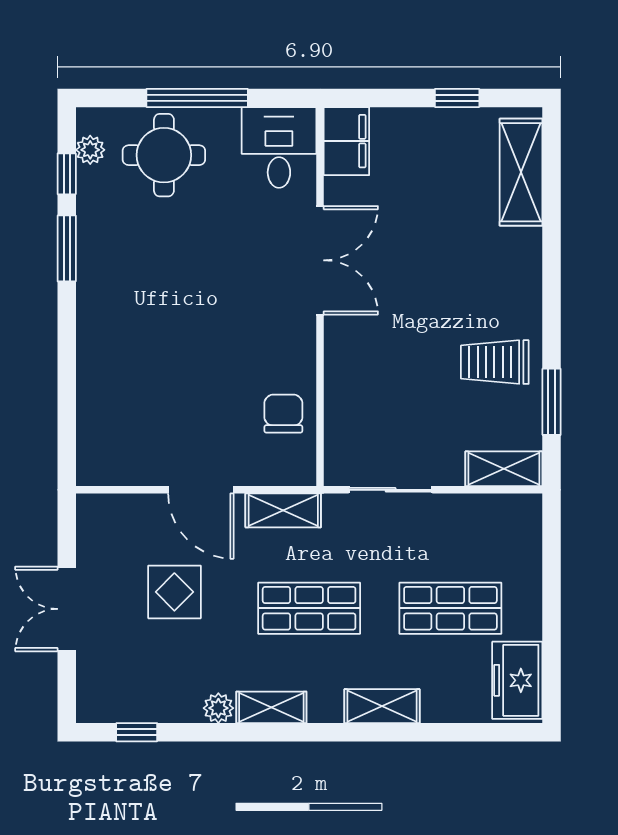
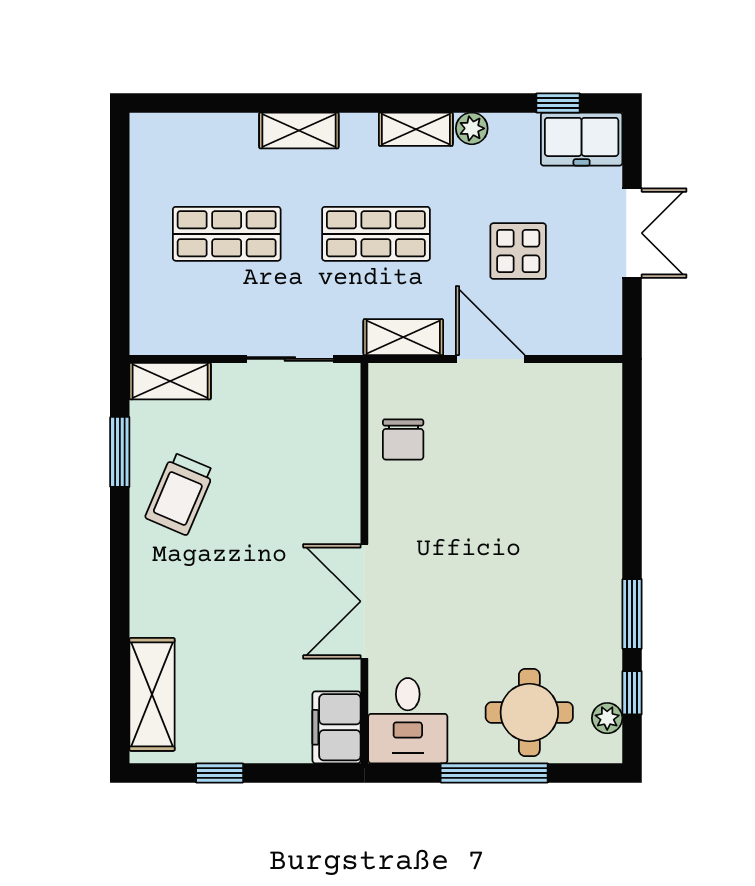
trolley: (495, 362) -> (180, 494), turned 113
freezer: (517, 680) -> (582, 139), moved, turned 90

